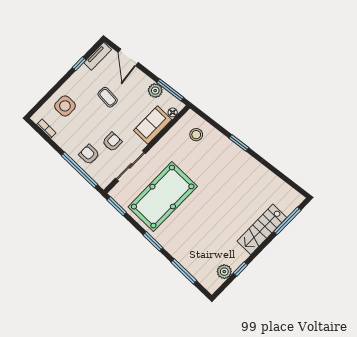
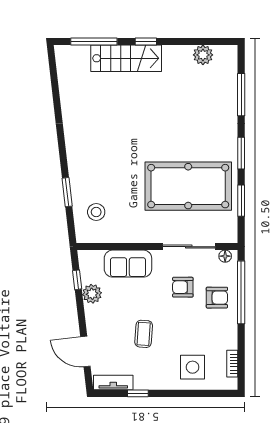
door: (128, 57) -> (85, 351), swing flipped
window: (170, 90) -> (77, 280), width x0.46
floor lamp: (173, 112) -> (225, 256), moved
window: (239, 143) -> (67, 192), moved
armchair: (89, 154) -> (217, 298), turned -90
window: (117, 206) -> (241, 201), moved
window: (240, 269) -> (146, 42), moved

